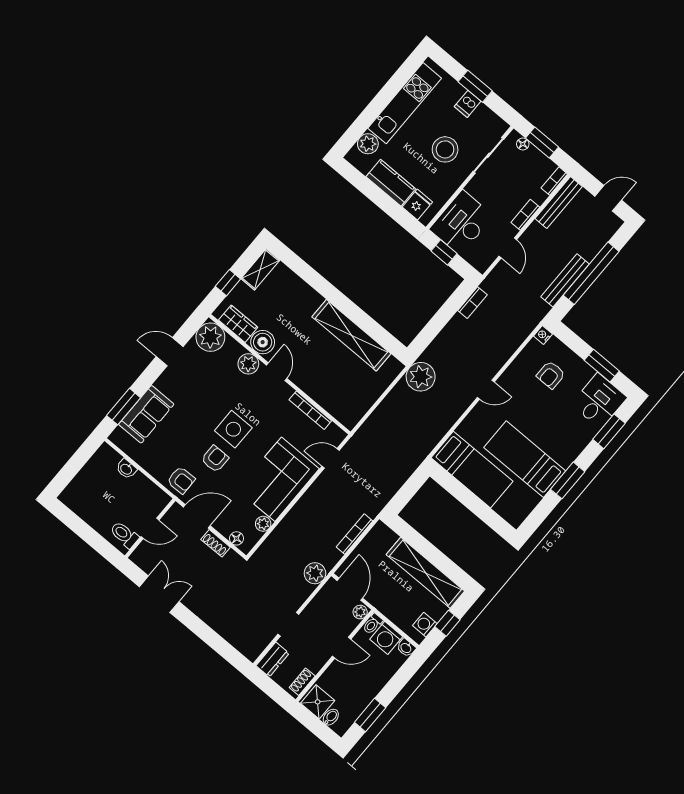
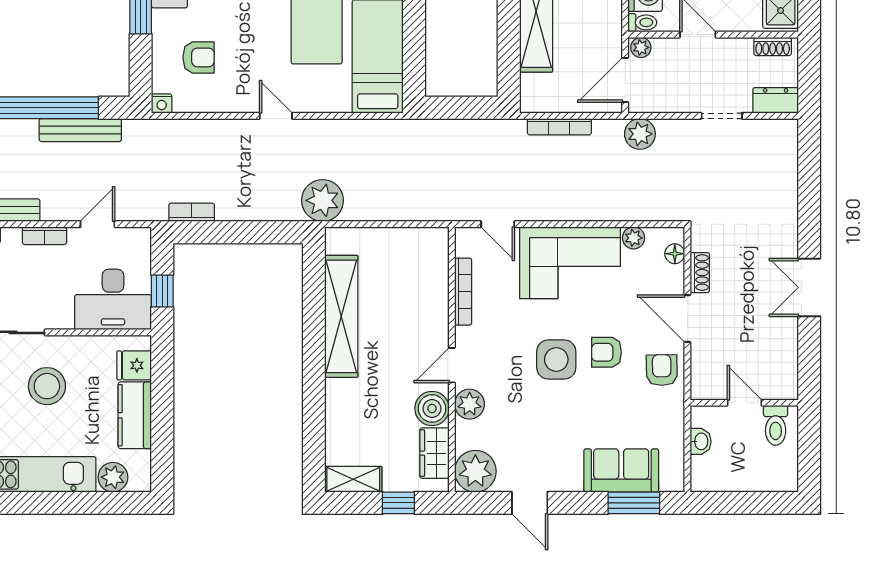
door: (150, 528) -> (744, 403), moved
wall: (150, 528) -> (744, 403), moved
toilet: (124, 535) -> (776, 425), moved

